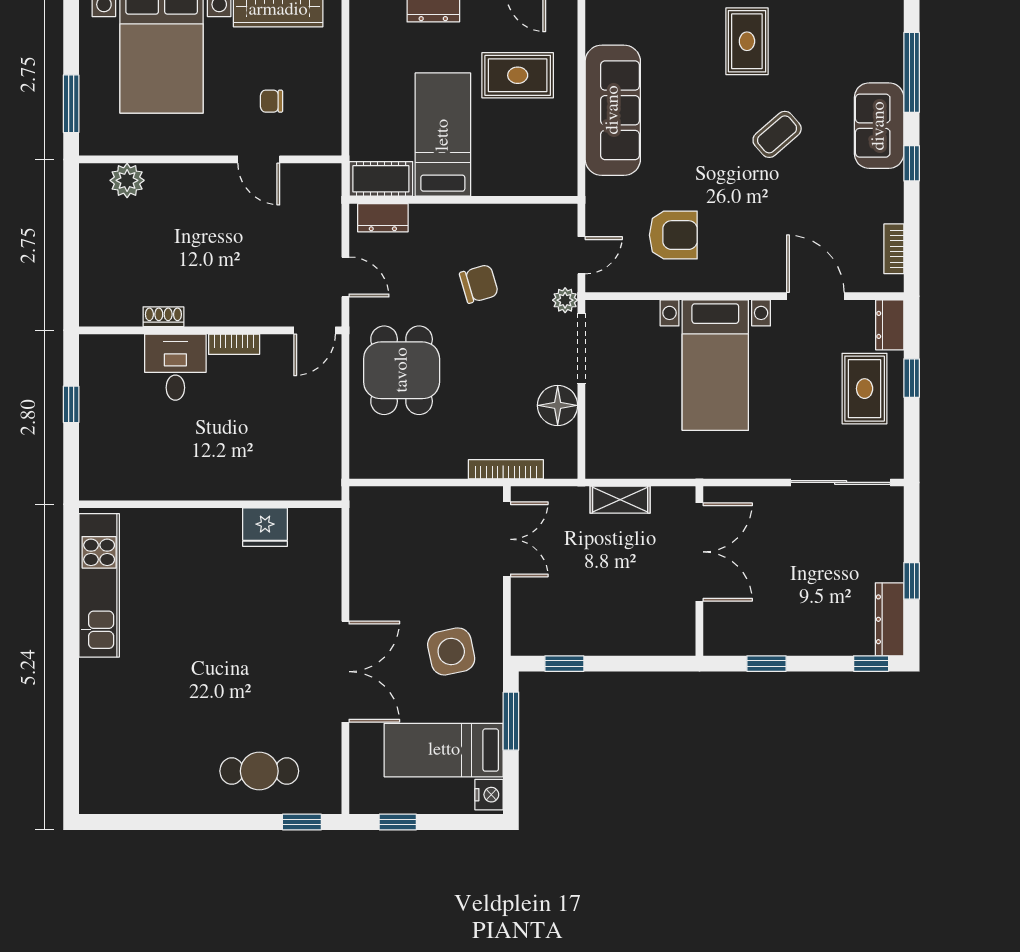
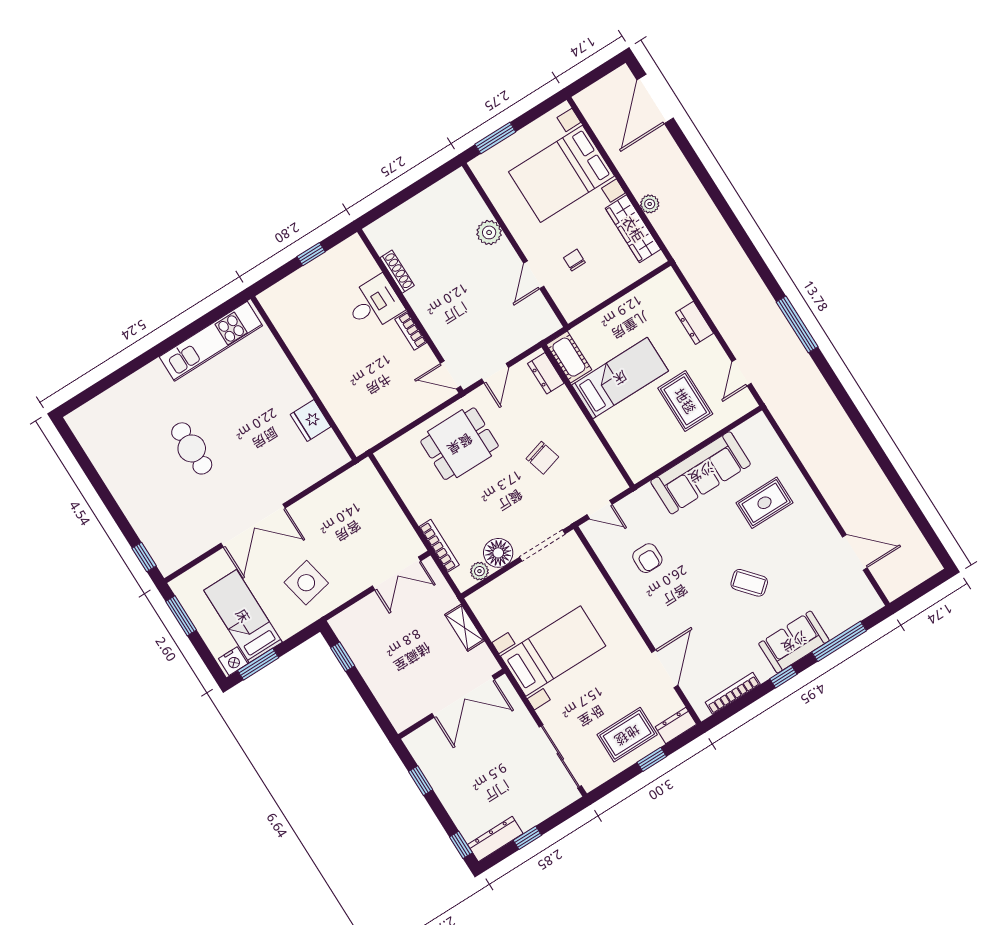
rug: (747, 41) -> (764, 503), moved
plant: (127, 180) -> (489, 232), moved
armchair: (673, 235) -> (647, 558), width x0.72, depth x0.72
bookcase: (894, 249) -> (733, 693), width x1.56
plant: (565, 300) -> (479, 571), moved
shoe rack: (163, 317) -> (397, 272), width x1.43
bed with nightstands: (715, 365) -> (553, 651), moved, turned 180
window: (511, 721) -> (258, 664), moved
cafe table: (259, 771) -> (192, 448), moved
window: (398, 822) -> (181, 616), width x1.50

